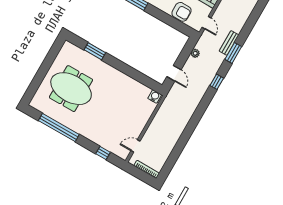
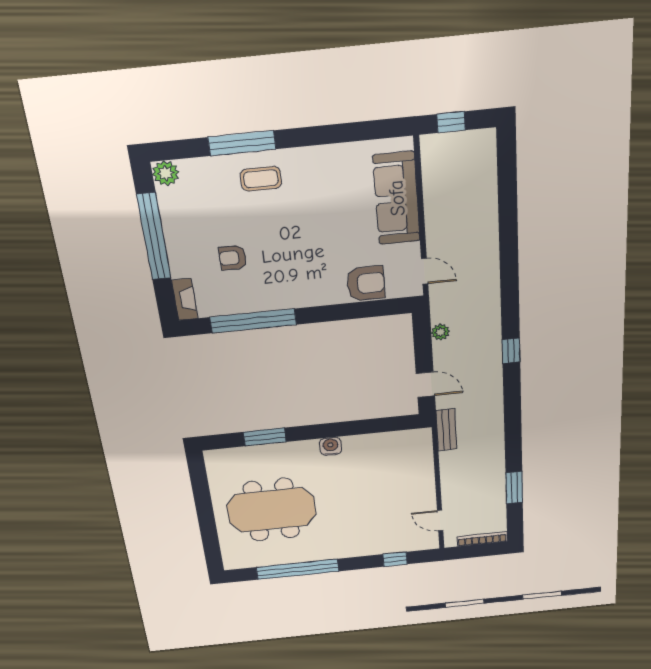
bench: (229, 43) -> (446, 430), moved
window: (233, 53) -> (514, 488), moved
water cooler: (155, 96) -> (331, 446), moved
door: (136, 146) -> (440, 520), hinge flipped

